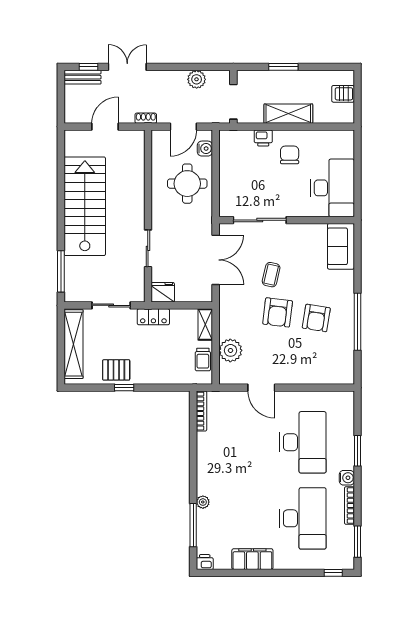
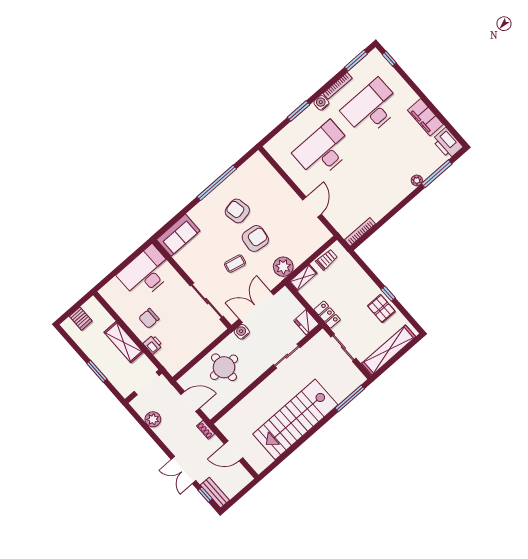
water cooler: (205, 149) -> (242, 332), moved
armchair: (316, 318) -> (237, 211), turned -110
plant: (230, 350) -> (283, 267), moved
printer: (205, 562) -> (447, 143), width x1.87, depth x1.48

